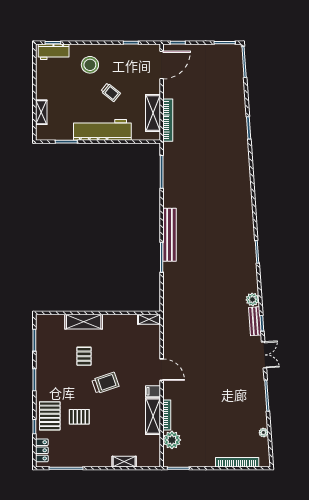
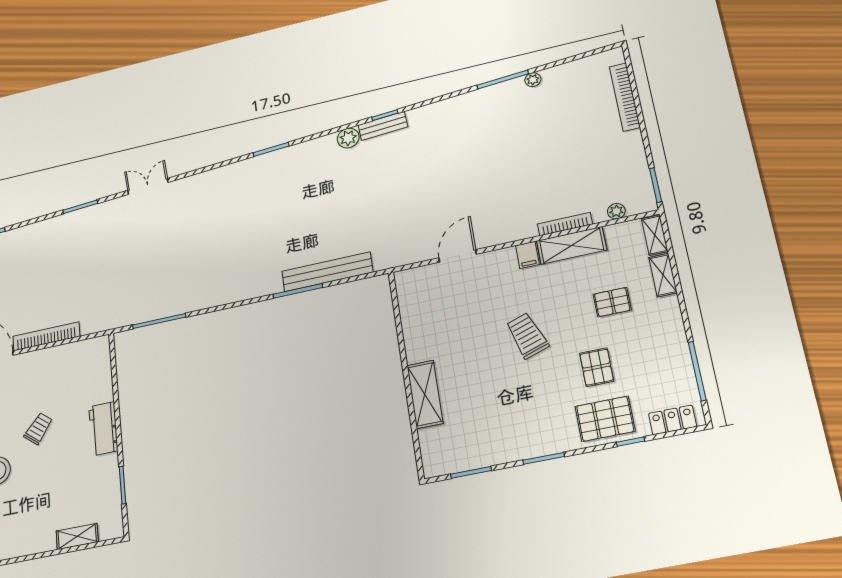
shelving: (153, 113) -> (67, 355), removed
bookcase: (168, 120) -> (46, 336), moved
workbench: (102, 130) -> (103, 429), width x0.53, depth x0.76
bench: (170, 235) -> (327, 272), moved
shelving: (149, 319) -> (655, 235), moved
double door: (264, 355) -> (148, 186), moved
pallet: (84, 356) -> (612, 302), moved
door: (162, 370) -> (458, 256), moved
plant: (263, 433) -> (533, 80), moved
plant: (172, 440) -> (616, 211), width x0.53, depth x0.53

